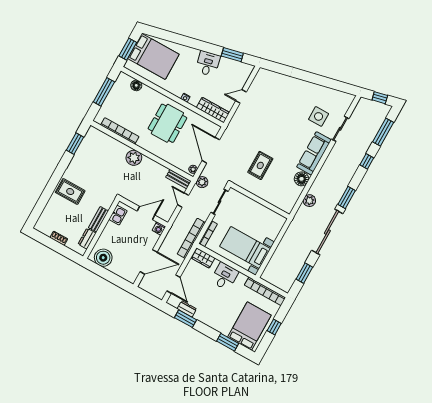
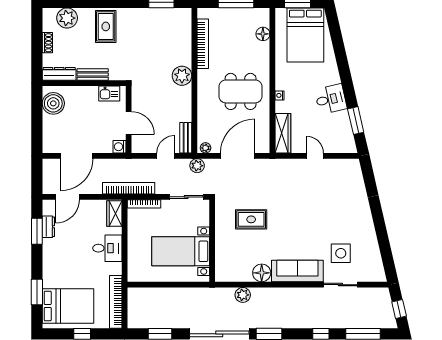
plant: (49, 215) -> (67, 18), added
dresser: (87, 239) -> (59, 74), width x1.44
bed with nightstands: (245, 248) -> (181, 251), moved, turned -90
door: (149, 262) -> (77, 156), hinge flipped

